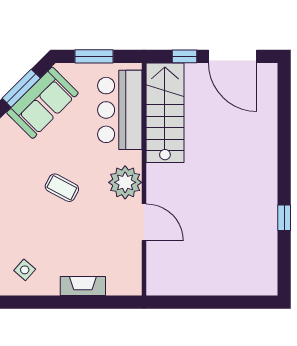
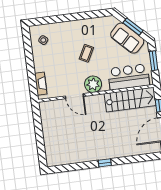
window: (284, 218) -> (105, 163), moved
door: (144, 222) -> (74, 96), hinge flipped
fireplace: (83, 286) -> (41, 84), moved

